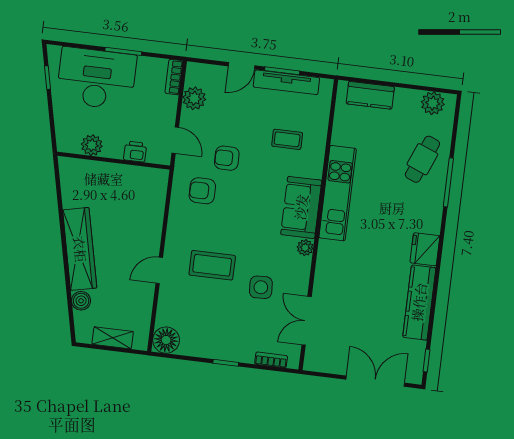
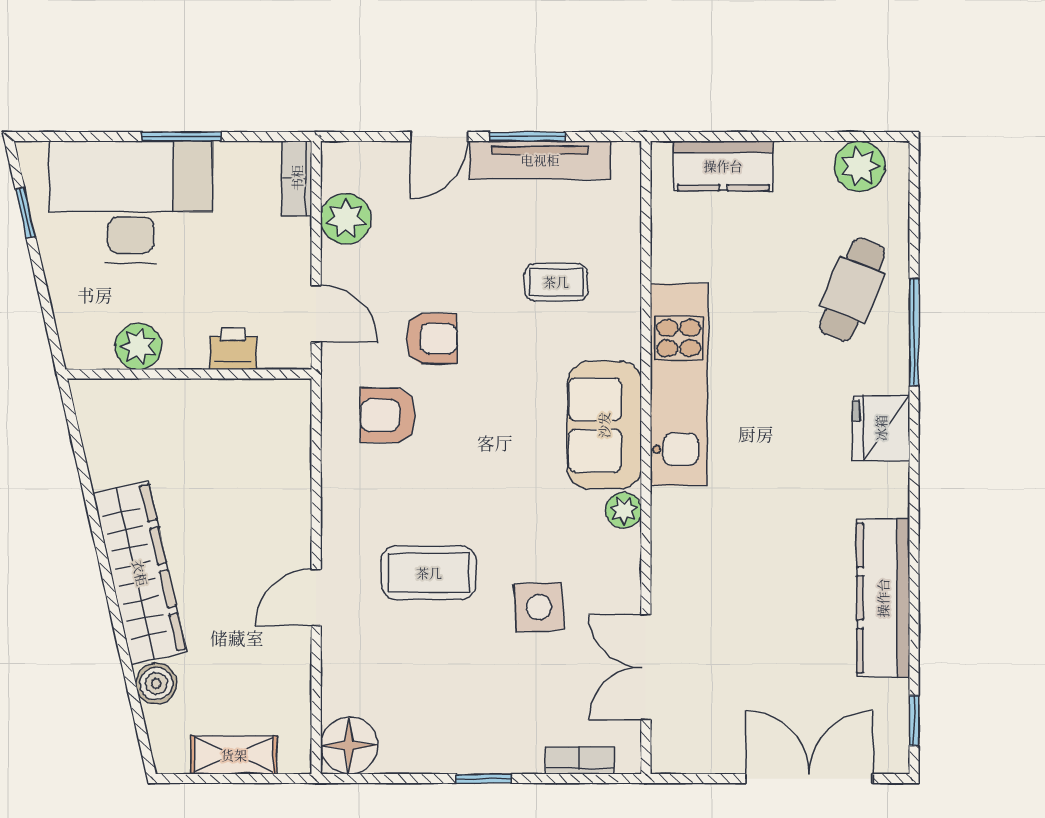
armchair: (227, 158) -> (432, 339), turned 180
fridge: (425, 249) -> (881, 428), moved

